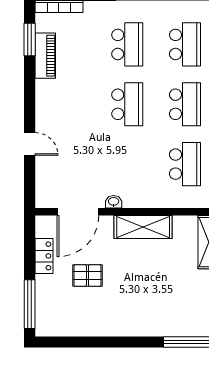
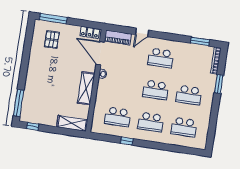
piano: (45, 56) -> (118, 37), moved
school desk: (69, 104) -> (161, 58), added
locker: (44, 256) -> (90, 32), moved
pallet: (87, 276) -> (52, 40), moved

